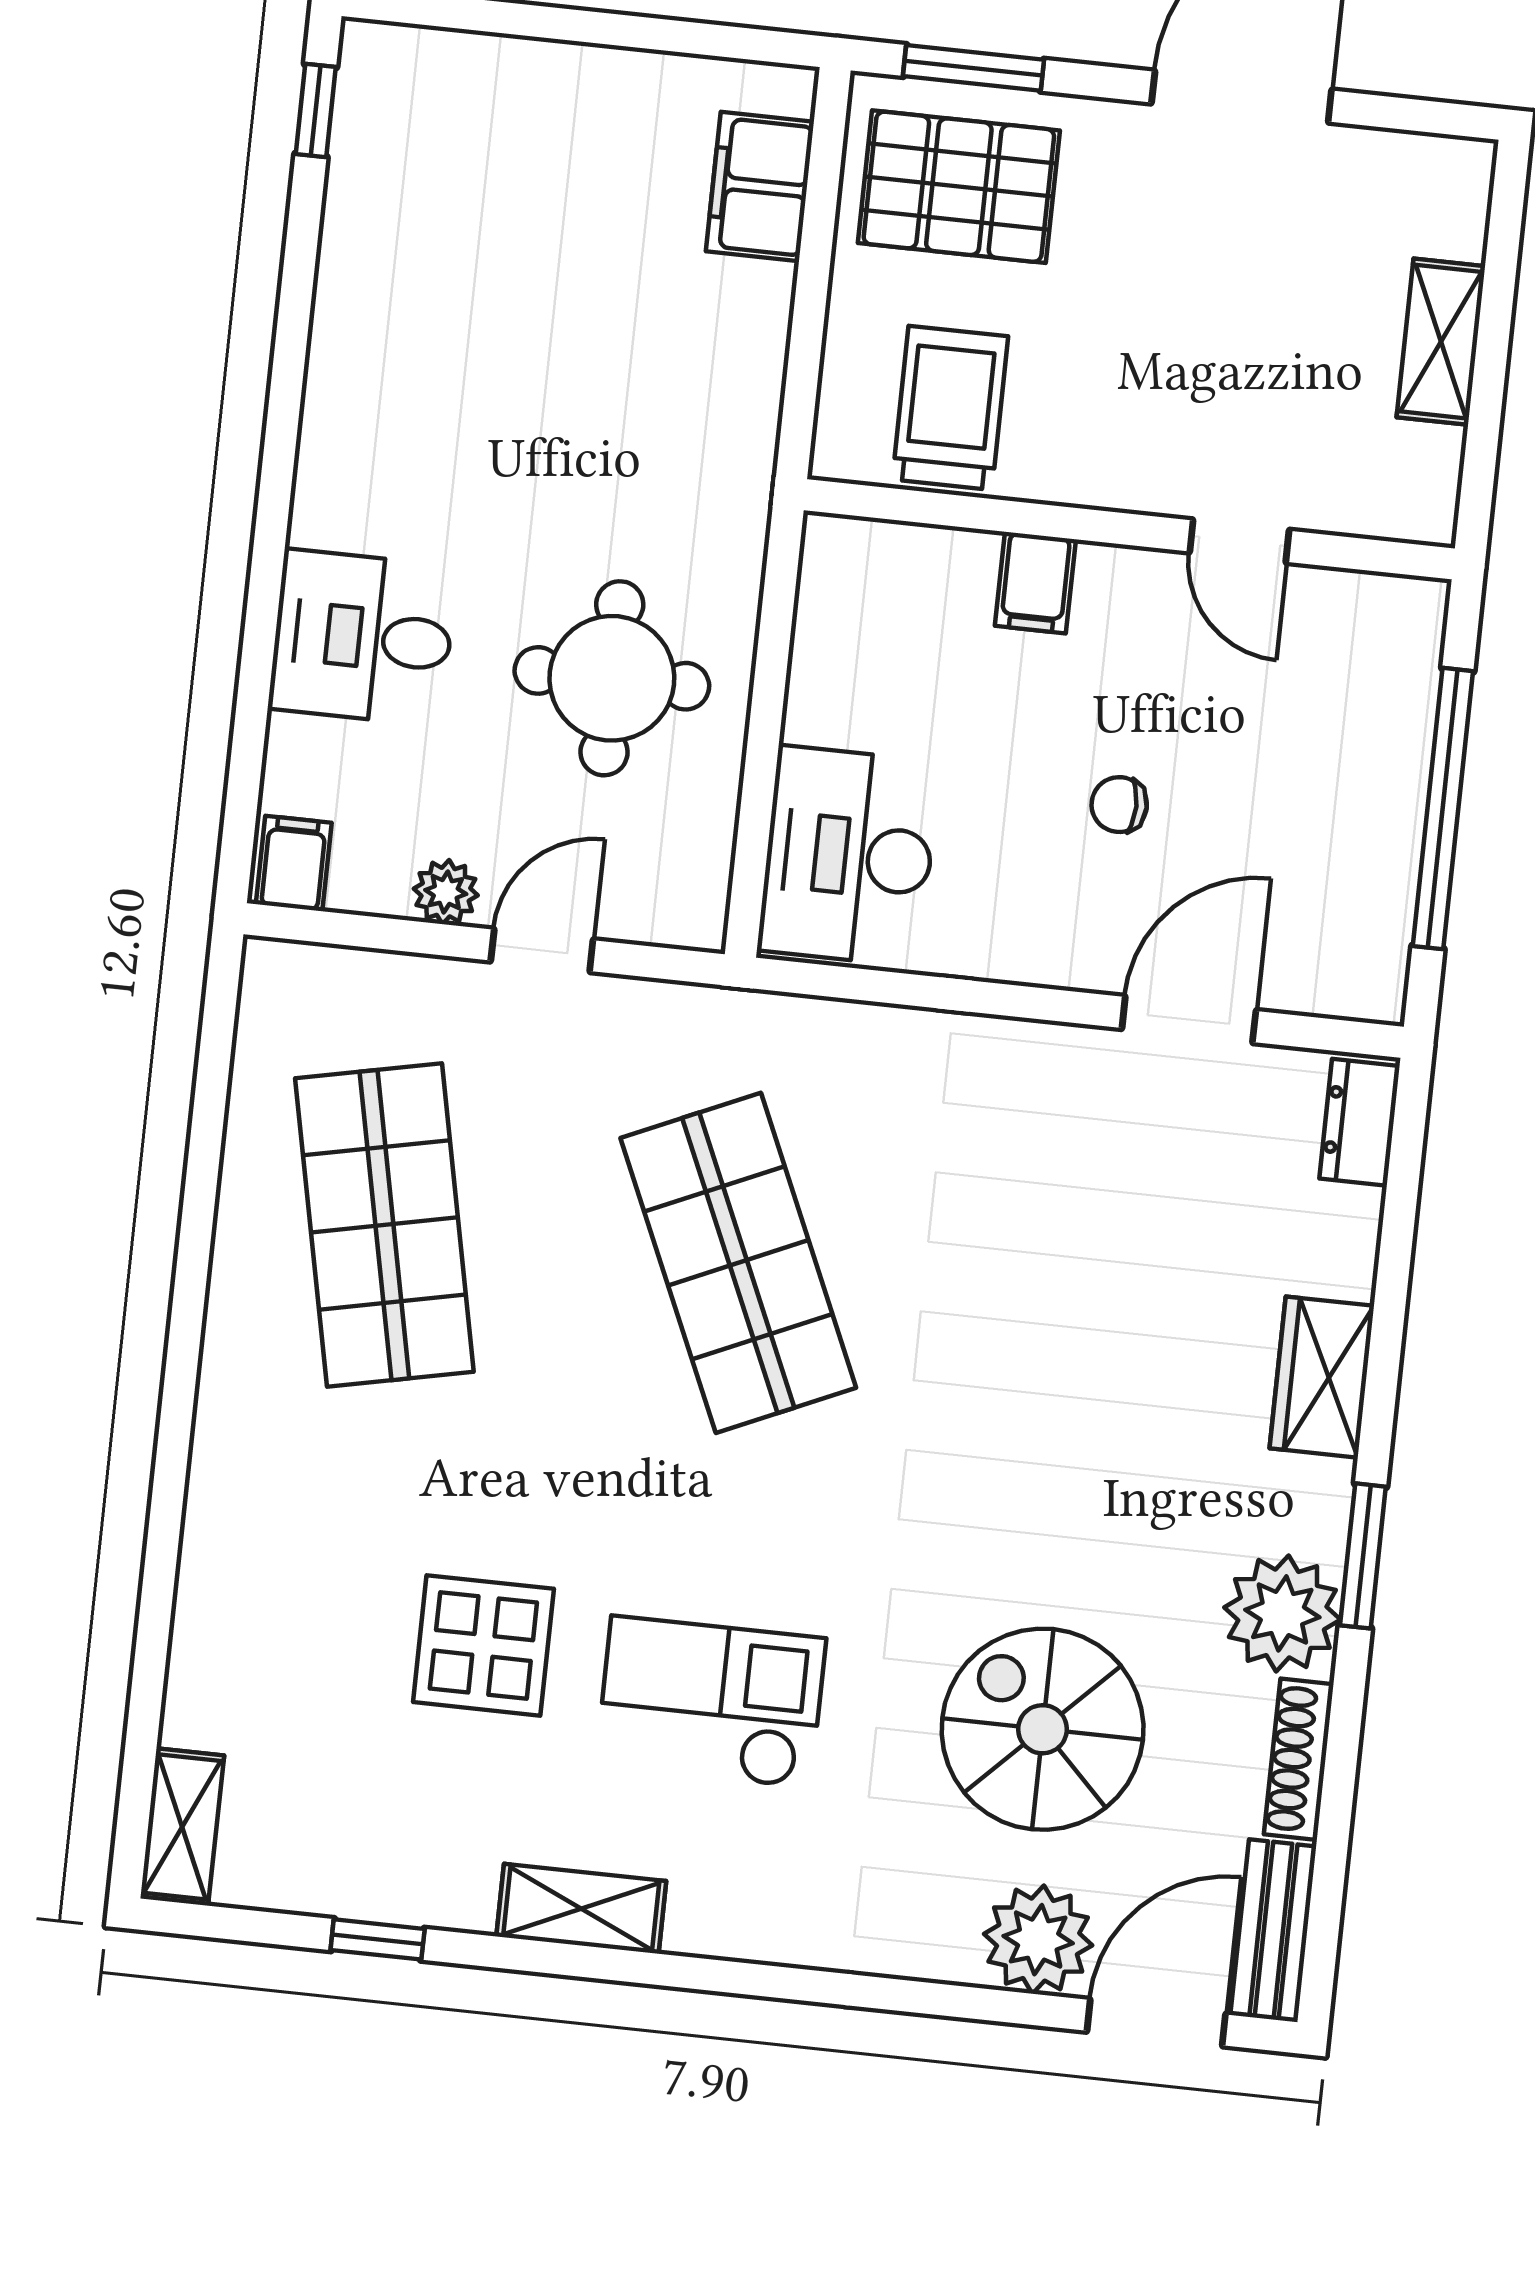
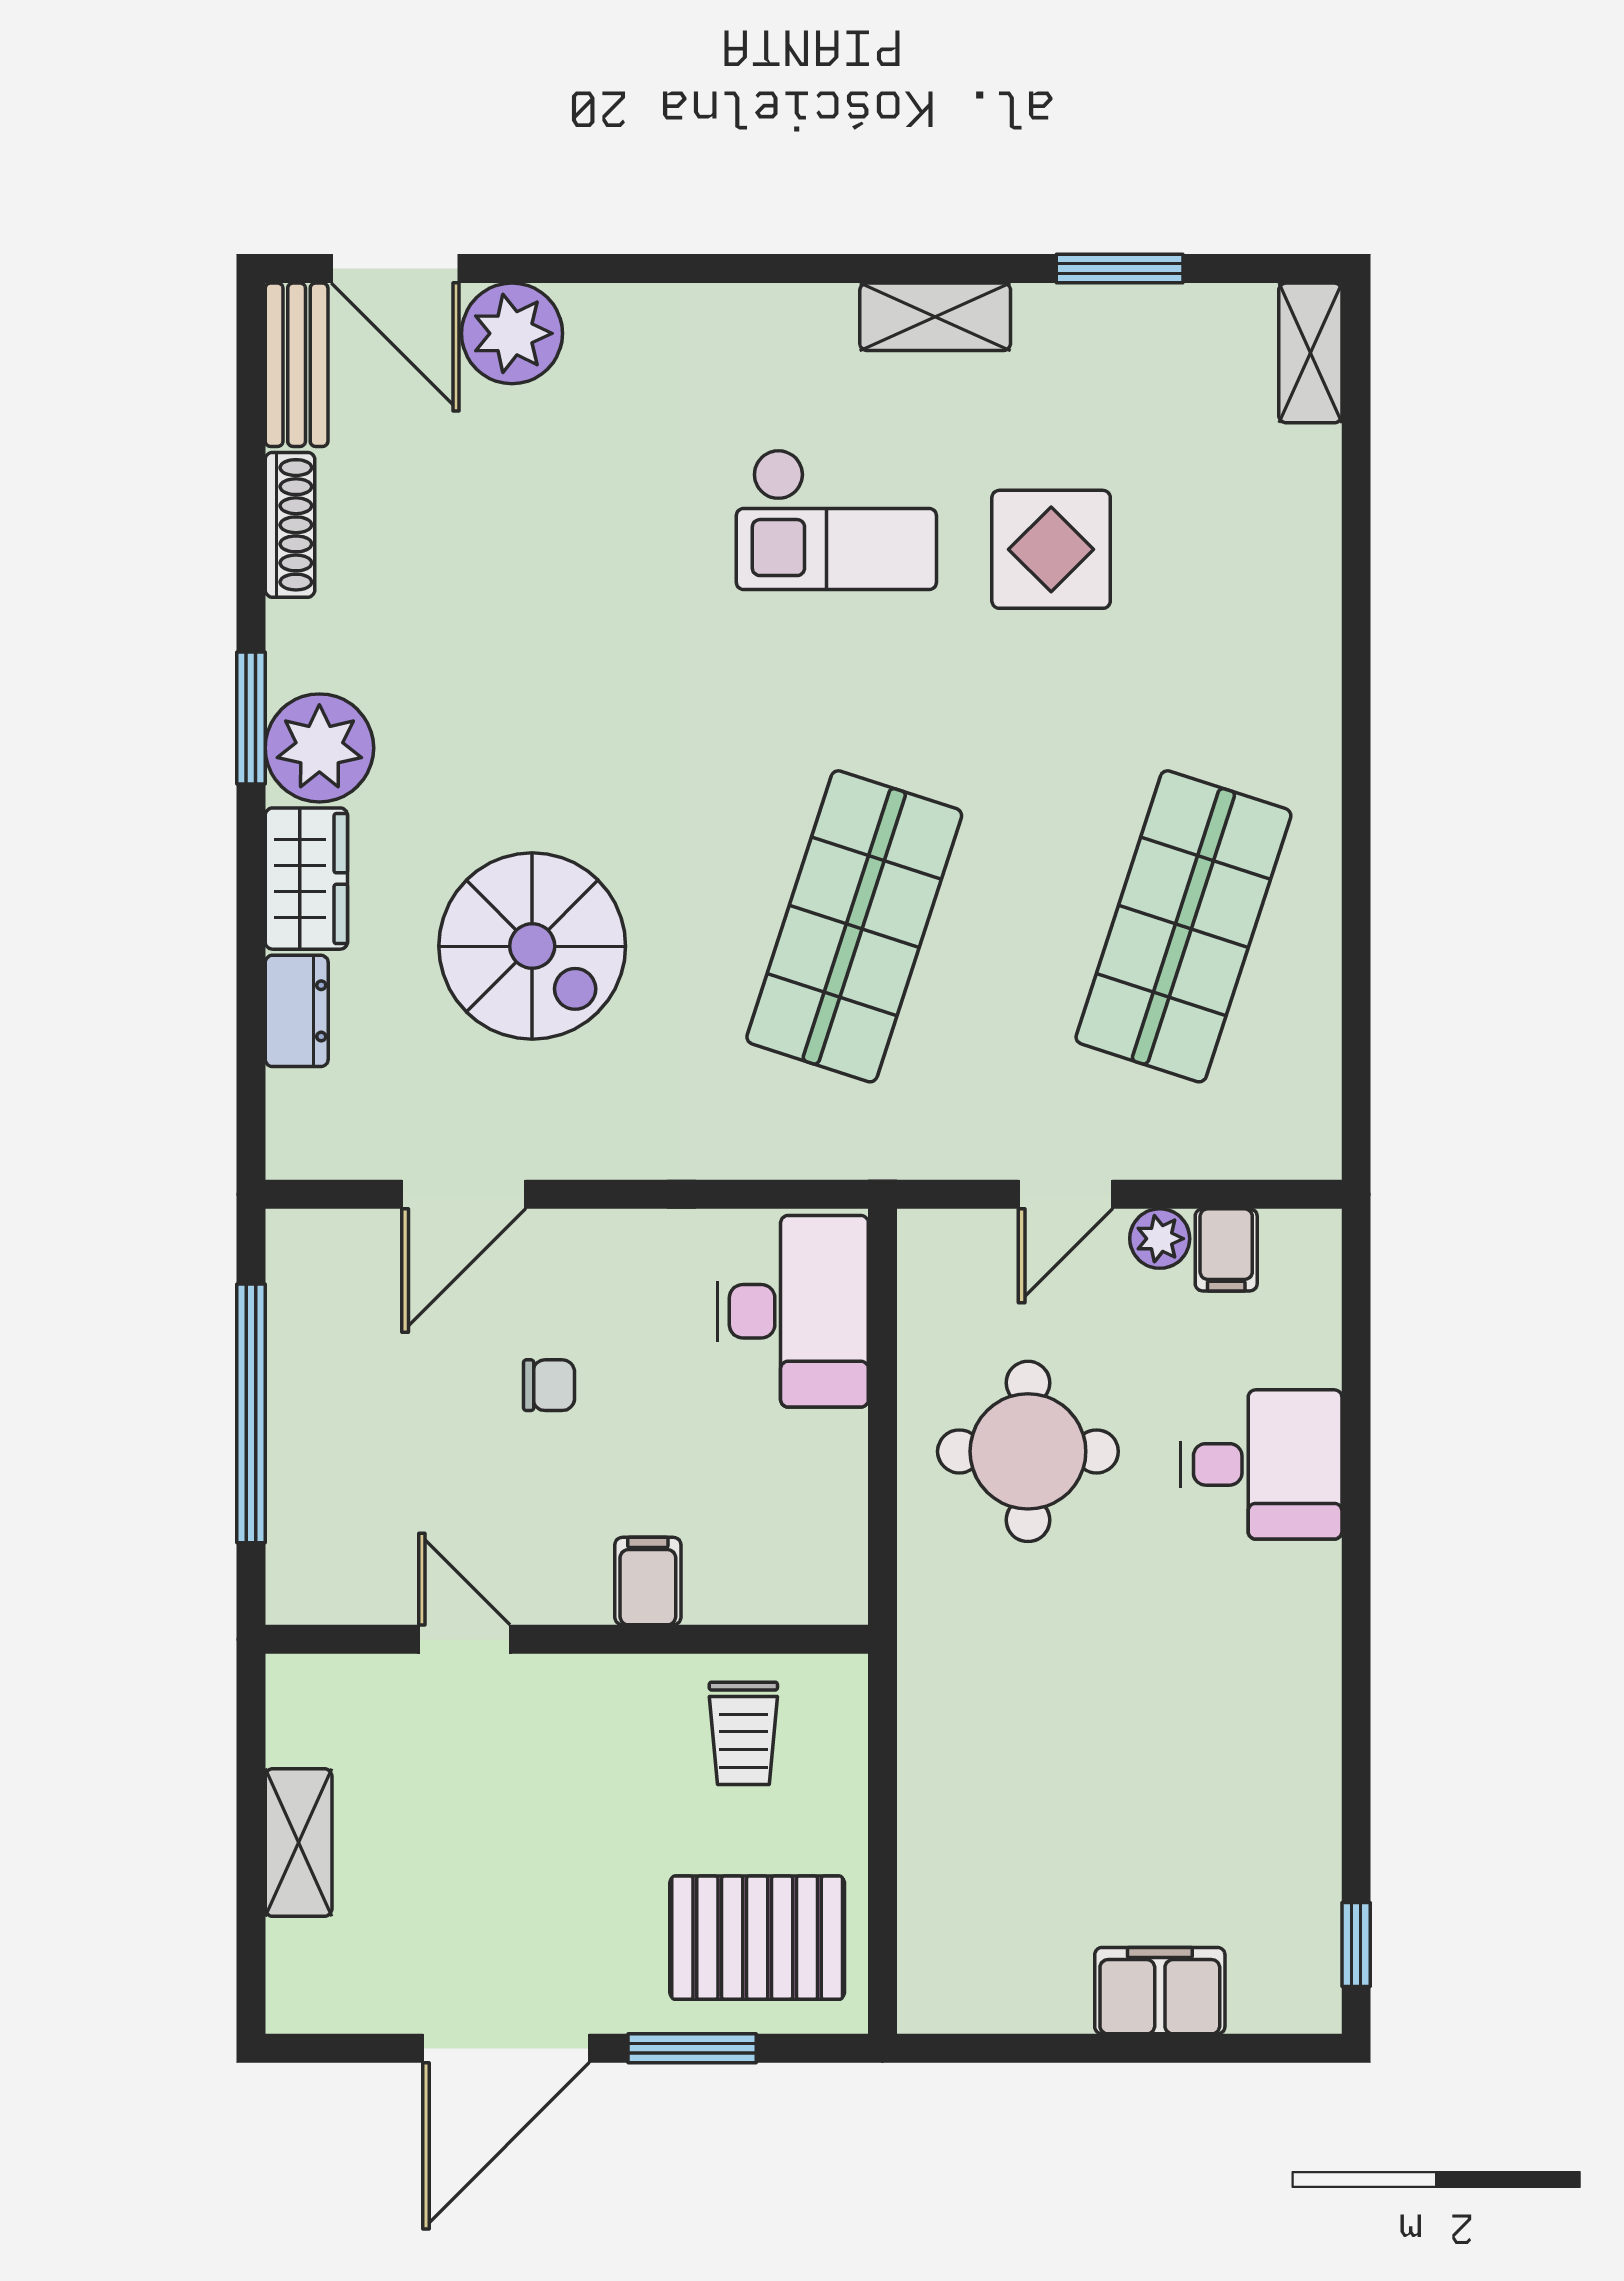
window: (974, 68) -> (692, 2048), moved
filing cabinet: (760, 187) -> (1160, 1991), moved, turned -90
trolley: (950, 408) -> (743, 1733), width x0.73, depth x0.72
filing cabinet: (294, 863) -> (1226, 1250), moved
dresser: (1360, 1122) -> (297, 1011), moved
shop shelf: (384, 1225) -> (1183, 926), turned 30
shop shelf: (738, 1263) -> (854, 926), turned 42
plant: (1282, 1613) -> (319, 748), moved
spiral stairs: (1043, 1729) -> (532, 946), moved
window: (378, 1939) -> (1120, 269), width x1.50
door: (1156, 2023) -> (395, 269), hinge flipped

